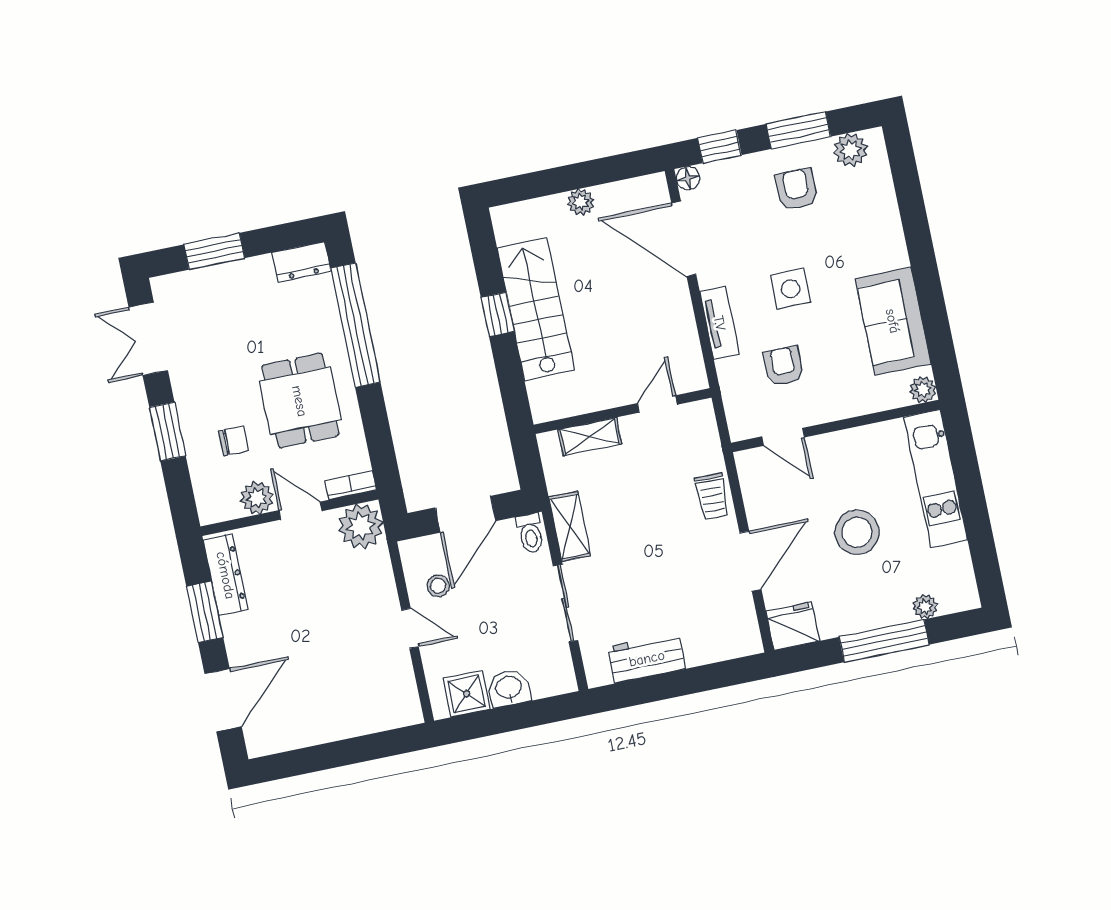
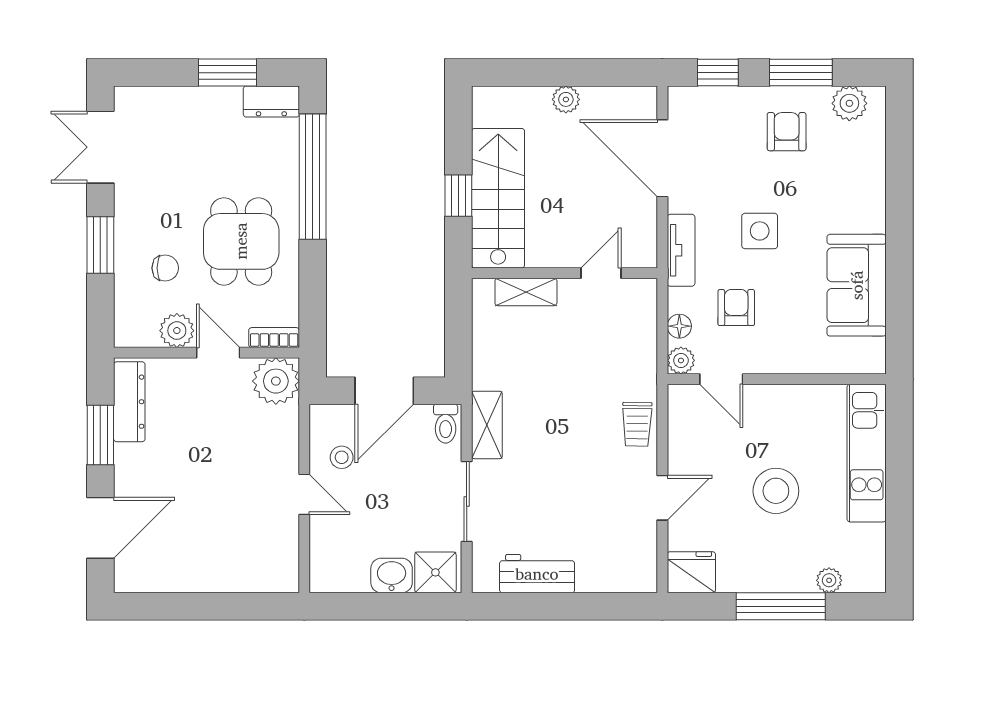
floor lamp: (688, 178) -> (679, 326), moved
window: (214, 251) -> (227, 73), moved
plant: (923, 390) -> (681, 360), moved
door: (657, 404) -> (601, 273), moved
wall: (623, 411) -> (565, 273), moved
shelving: (590, 437) -> (526, 292), moved
door: (750, 561) -> (662, 498), width x0.73
shower: (467, 694) -> (435, 572), moved

